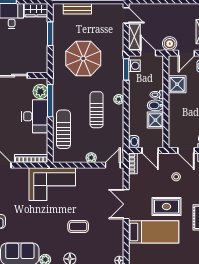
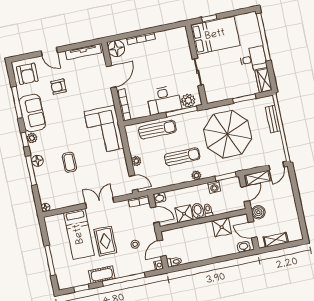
parasol: (83, 58) -> (228, 134), width x1.36, depth x1.36
washing machine: (134, 66) -> (214, 187), moved
door: (150, 150) -> (155, 215), swing flipped

